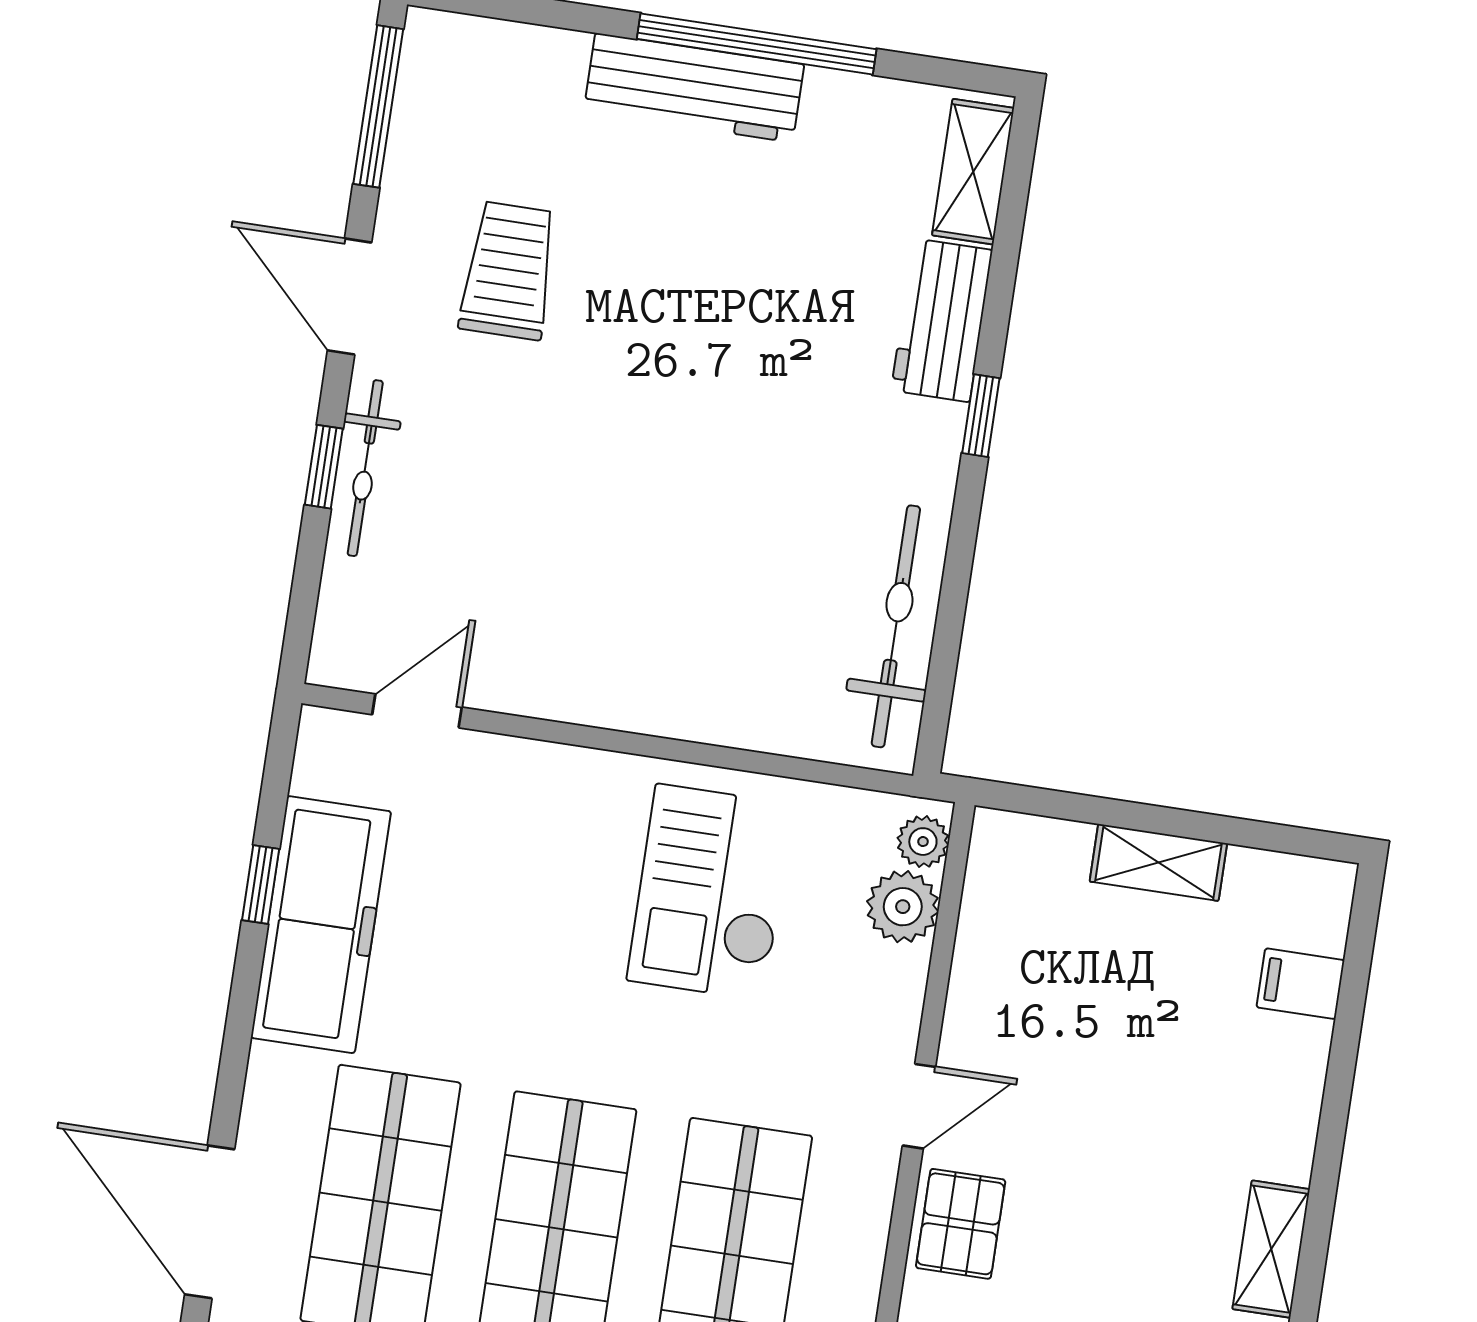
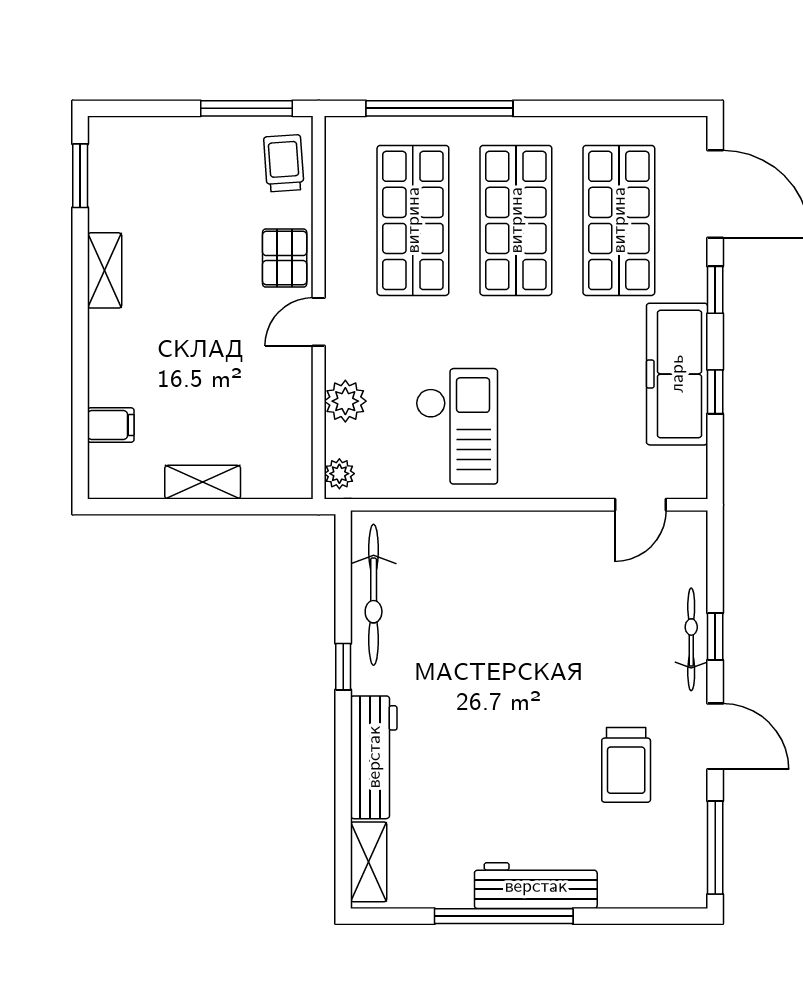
workbench: (942, 320) -> (374, 757), width x1.38
window: (981, 416) -> (343, 667), moved
plant: (903, 907) -> (345, 401), moved
window: (234, 1058) -> (715, 290), added

